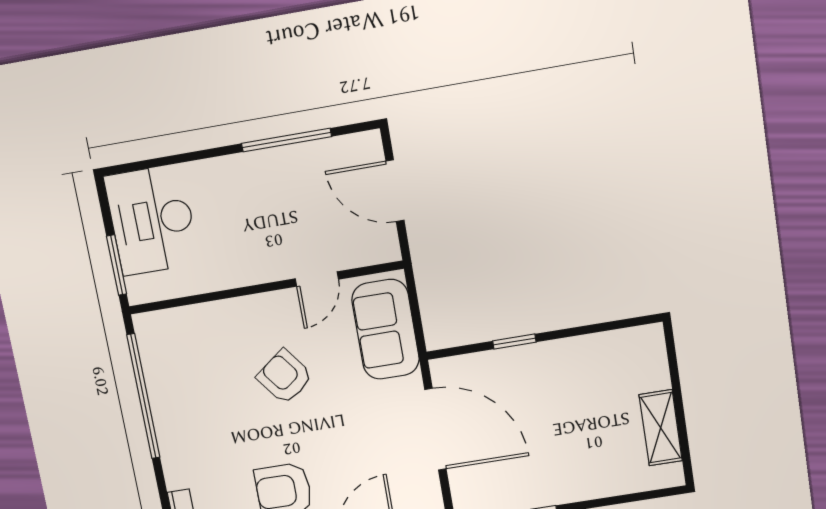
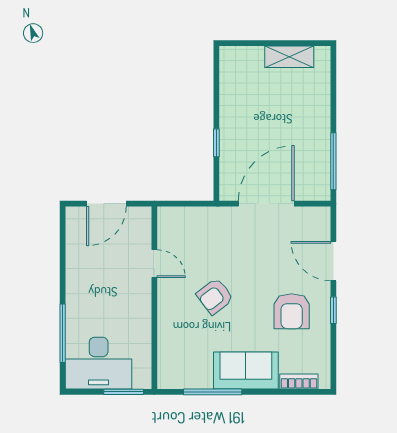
window: (287, 140) -> (63, 333), moved
sofa: (386, 329) -> (246, 371), moved, turned 180
window: (143, 396) -> (213, 392), width x0.68

